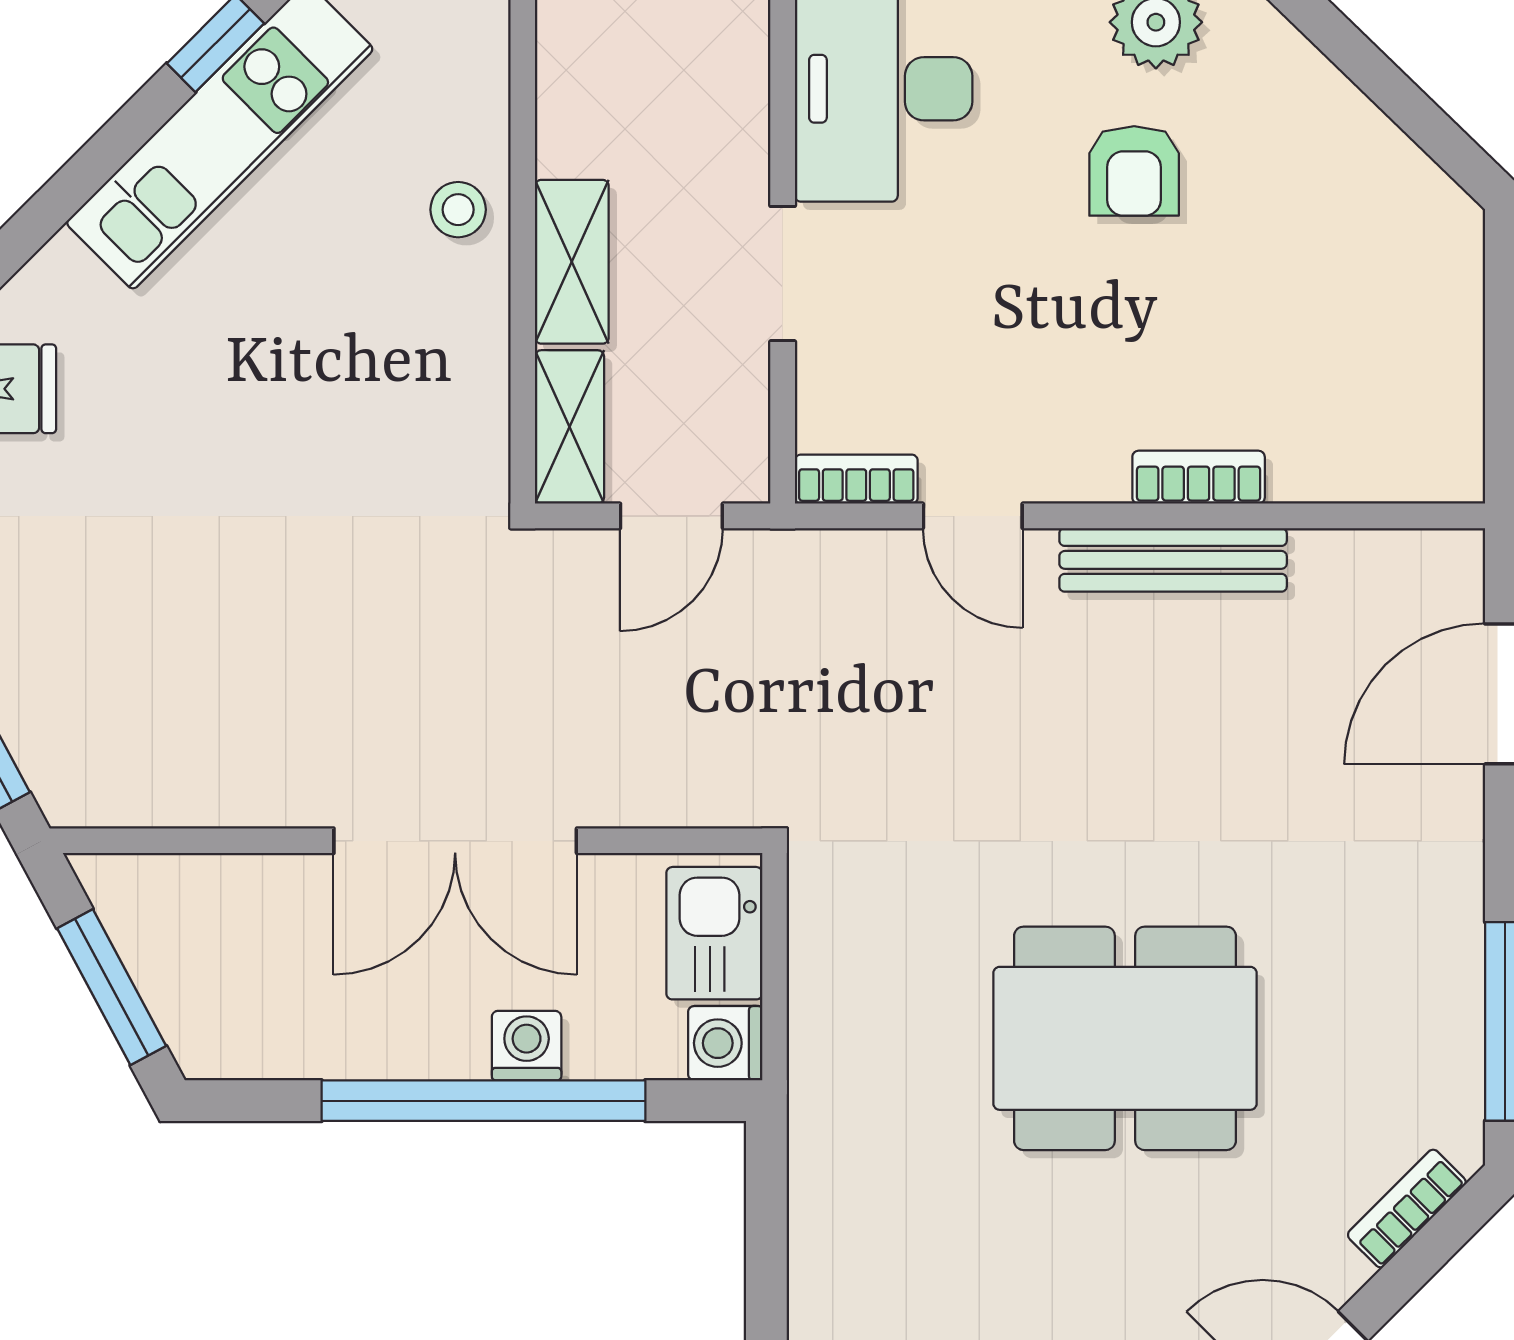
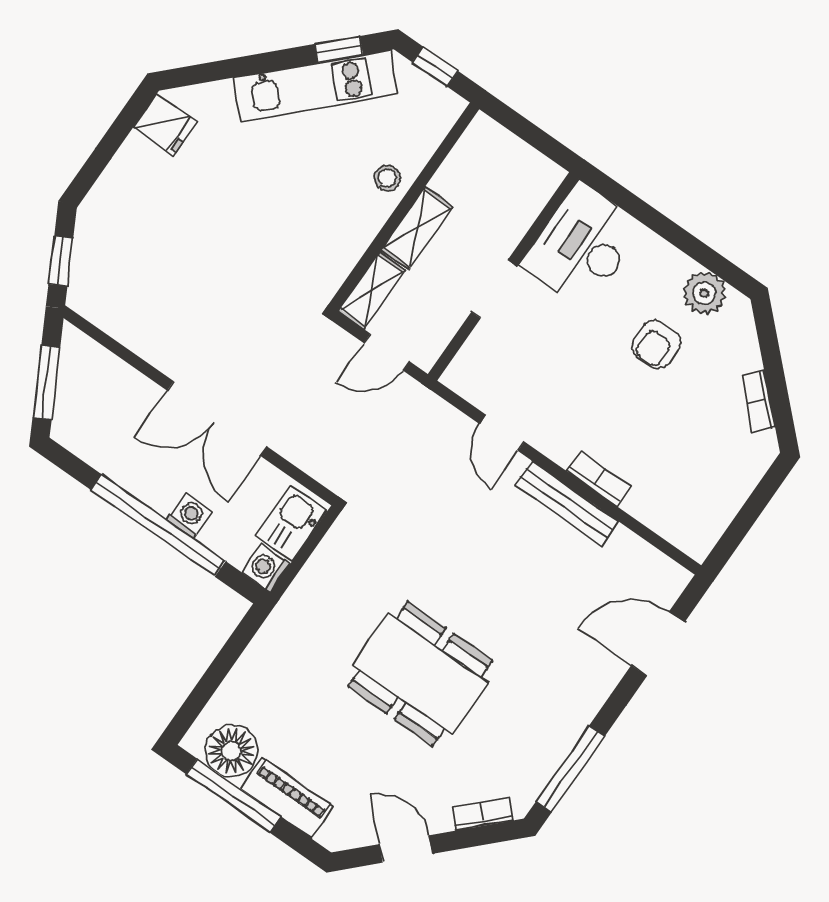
bookcase: (856, 479) -> (758, 401), moved, turned -136

